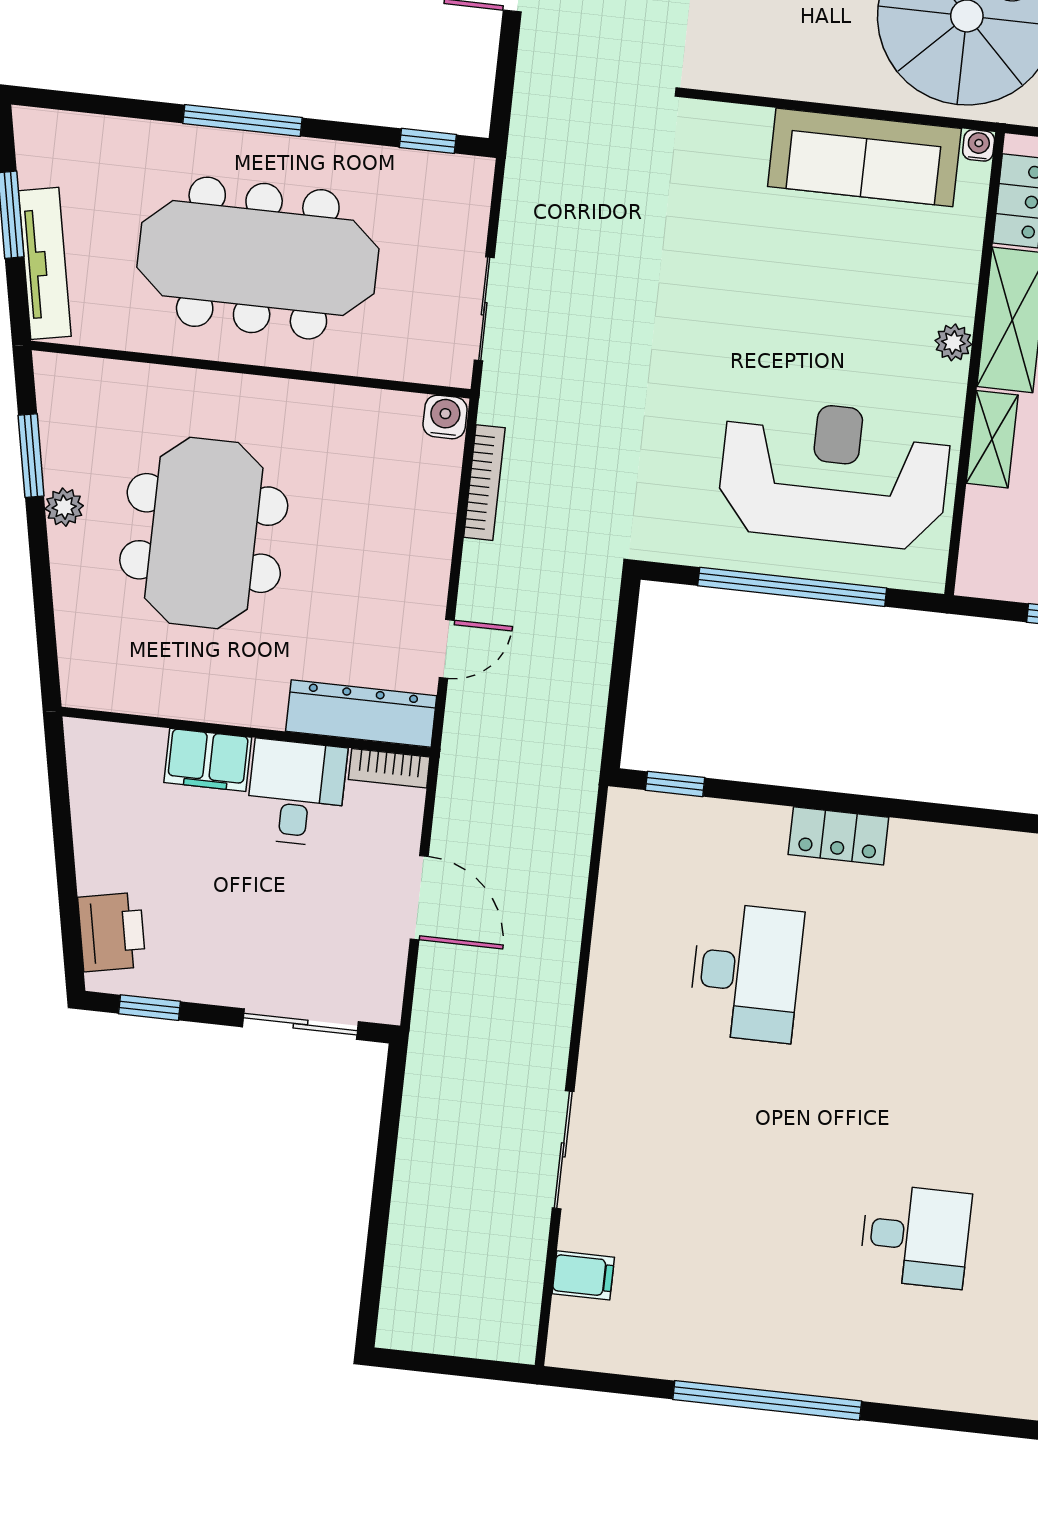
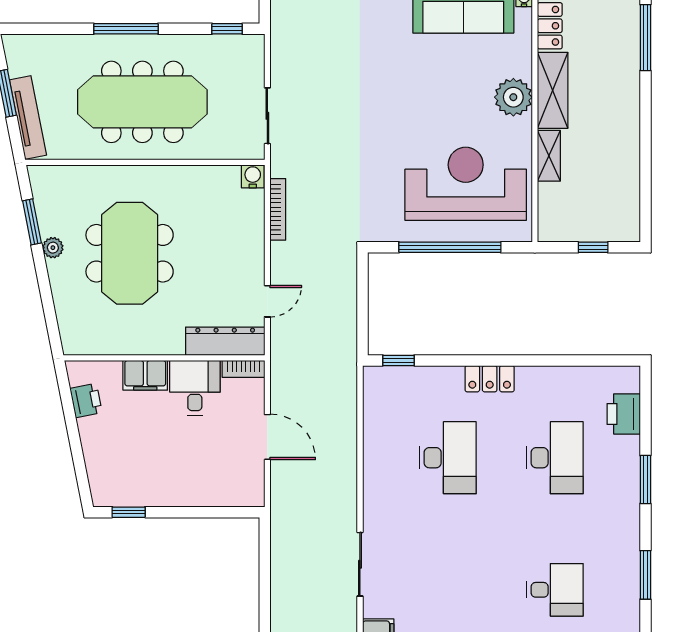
plant: (953, 342) -> (513, 97), width x1.88, depth x1.88
printer: (112, 932) -> (86, 400), moved, width x0.73, depth x0.81
desk: (942, 994) -> (555, 458), added
sliding door: (301, 1024) -> (211, 512), removed

